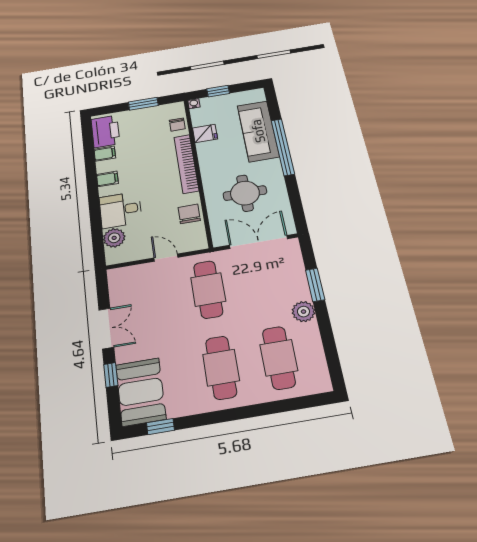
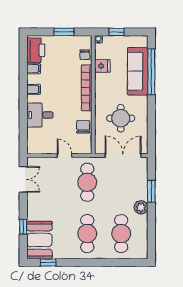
window: (283, 147) -> (151, 72), moved
plant: (114, 238) -> (34, 135), removed
double door: (106, 328) -> (23, 179), moved

